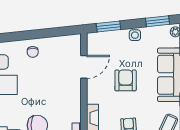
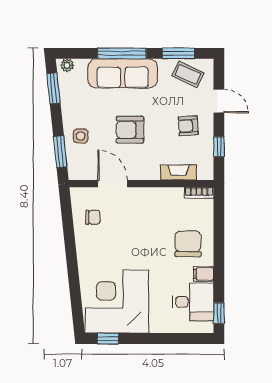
side table: (135, 35) -> (81, 136), moved
chair: (33, 52) -> (93, 217), moved

